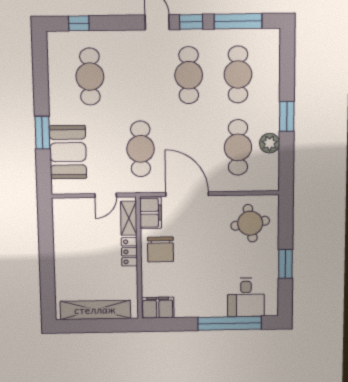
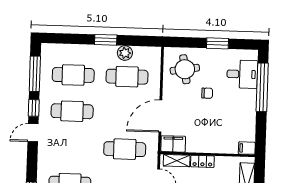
chair: (161, 249) -> (207, 93), moved, width x0.54, depth x0.54
filing cabinet: (158, 308) -> (247, 148), width x0.50

